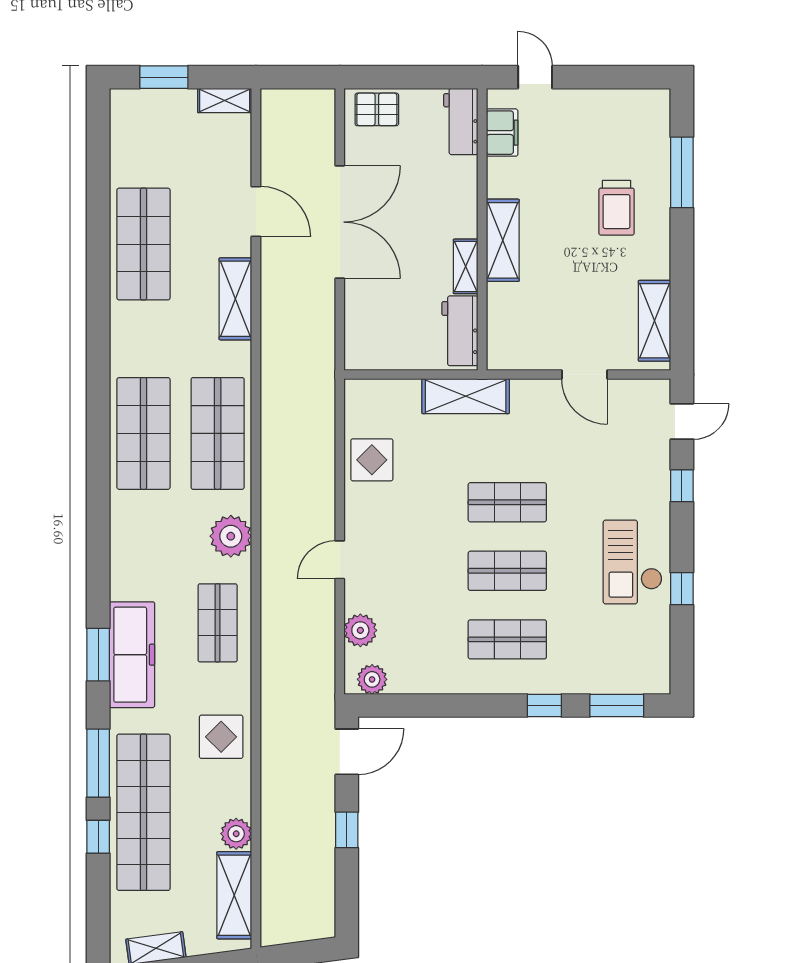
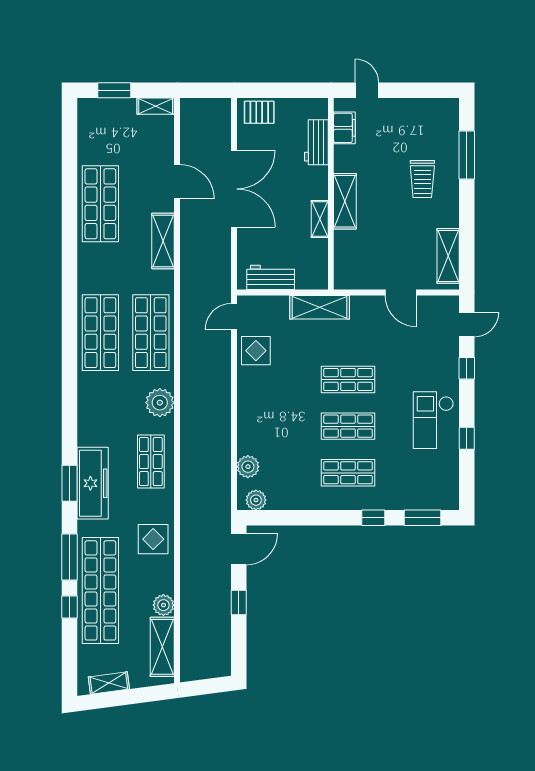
workbench: (461, 121) -> (316, 142), moved
workbench: (460, 331) -> (271, 277), moved, turned 90
door: (340, 560) -> (234, 317), moved

